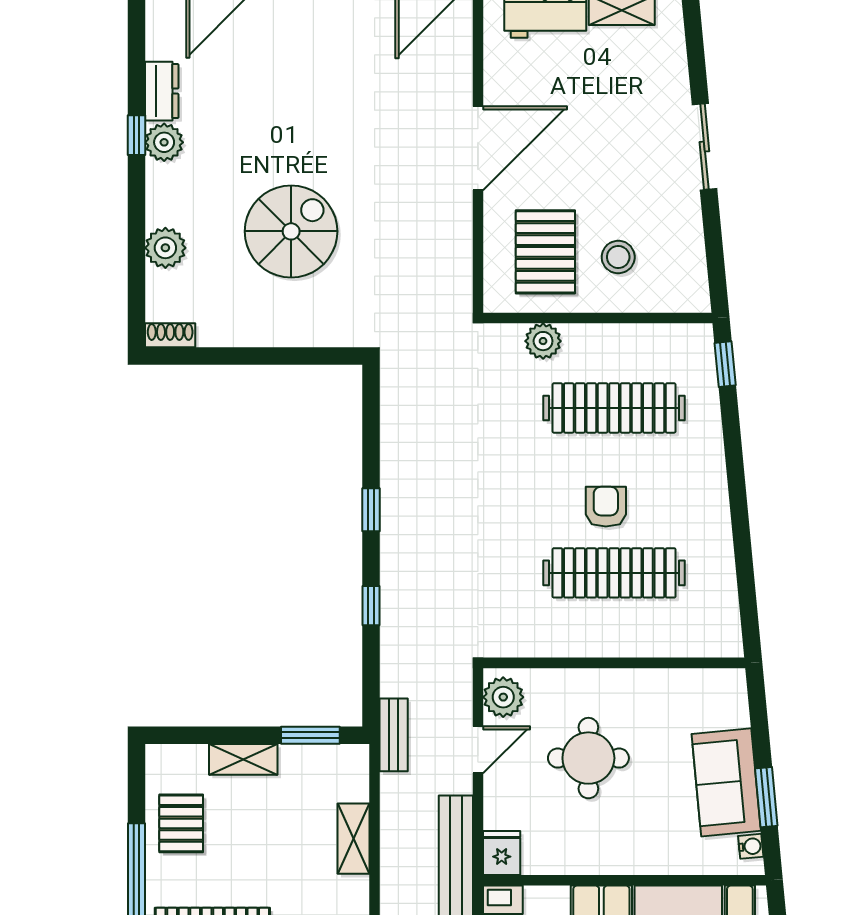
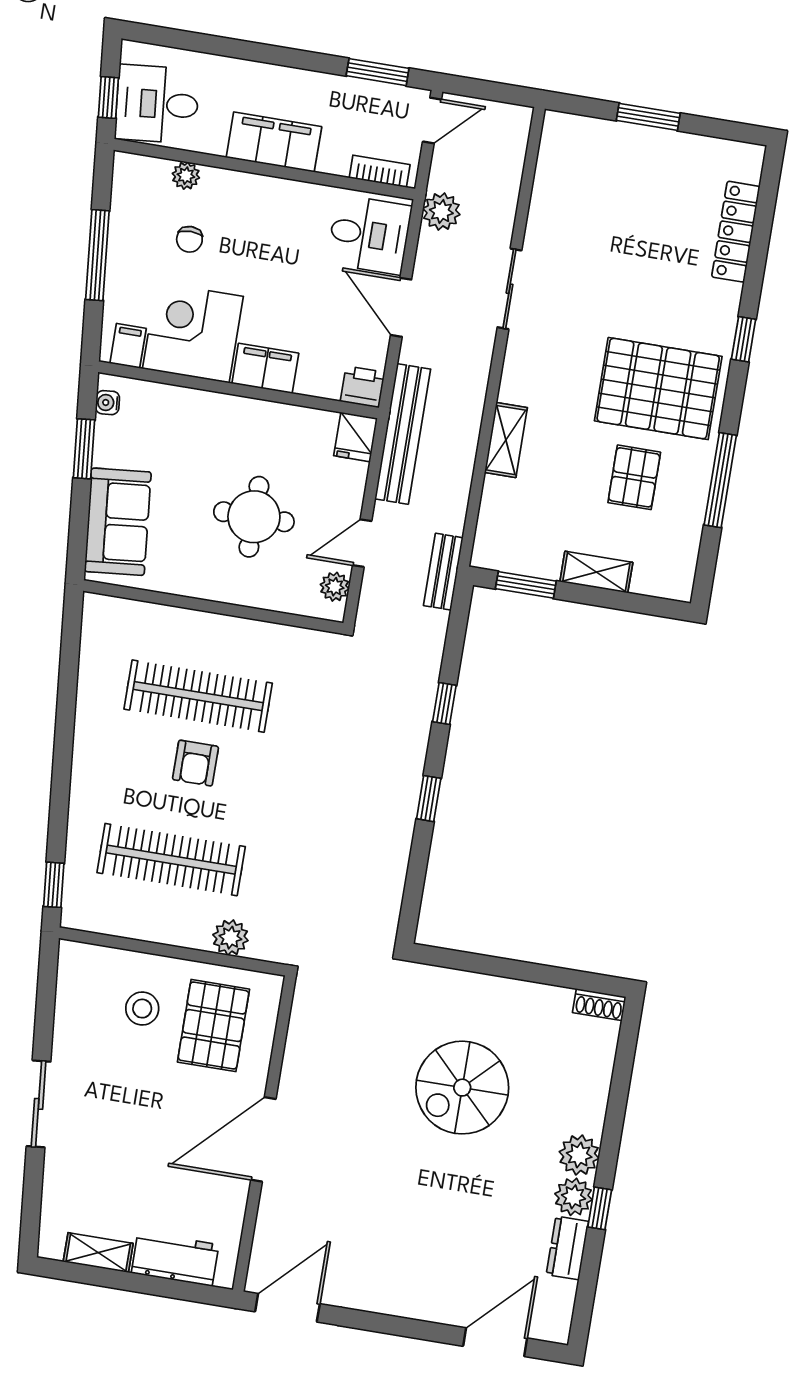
plant: (165, 248) -> (579, 1155), moved
plant: (503, 697) -> (335, 587), width x0.73, depth x0.73
sofa: (726, 782) -> (118, 522), moved
pallet: (181, 823) -> (634, 477), moved
shelving: (353, 839) -> (506, 440), moved

